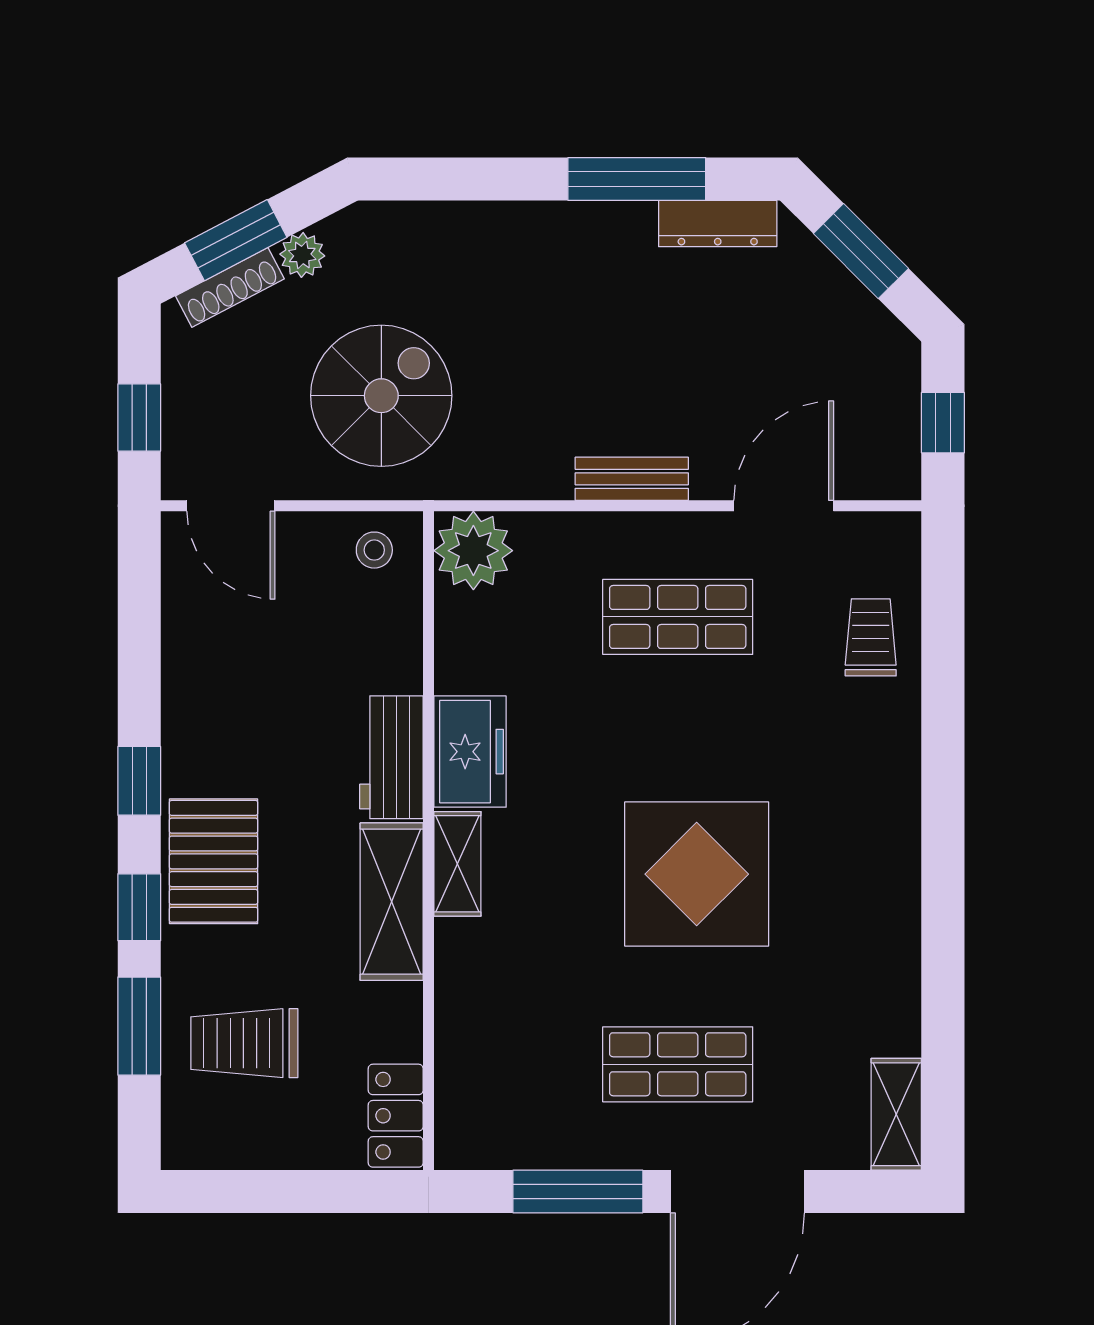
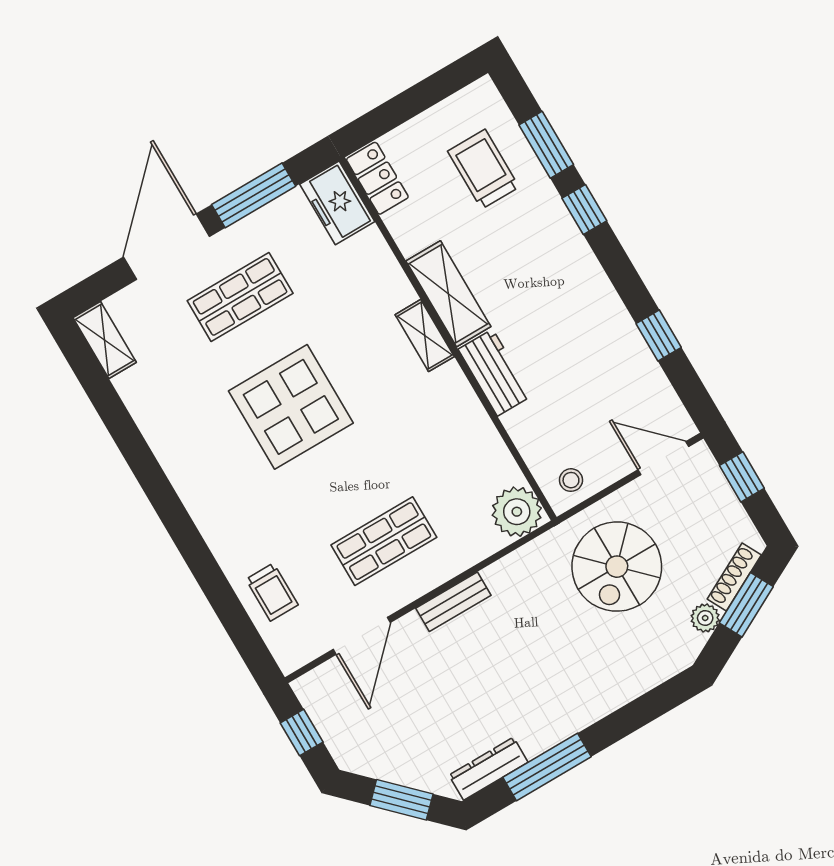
freezer: (470, 752) -> (337, 203), moved
window: (139, 781) -> (659, 336), moved
pallet: (214, 861) -> (559, 259), removed
trolley: (244, 1043) -> (483, 169), turned -90

